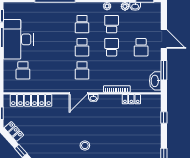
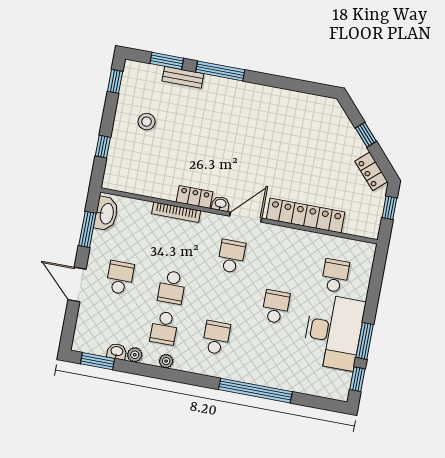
school desk: (82, 47) -> (276, 307), moved
locker: (131, 99) -> (195, 197), moved
locker: (31, 100) -> (306, 216), moved
stool: (85, 145) -> (147, 122), moved

